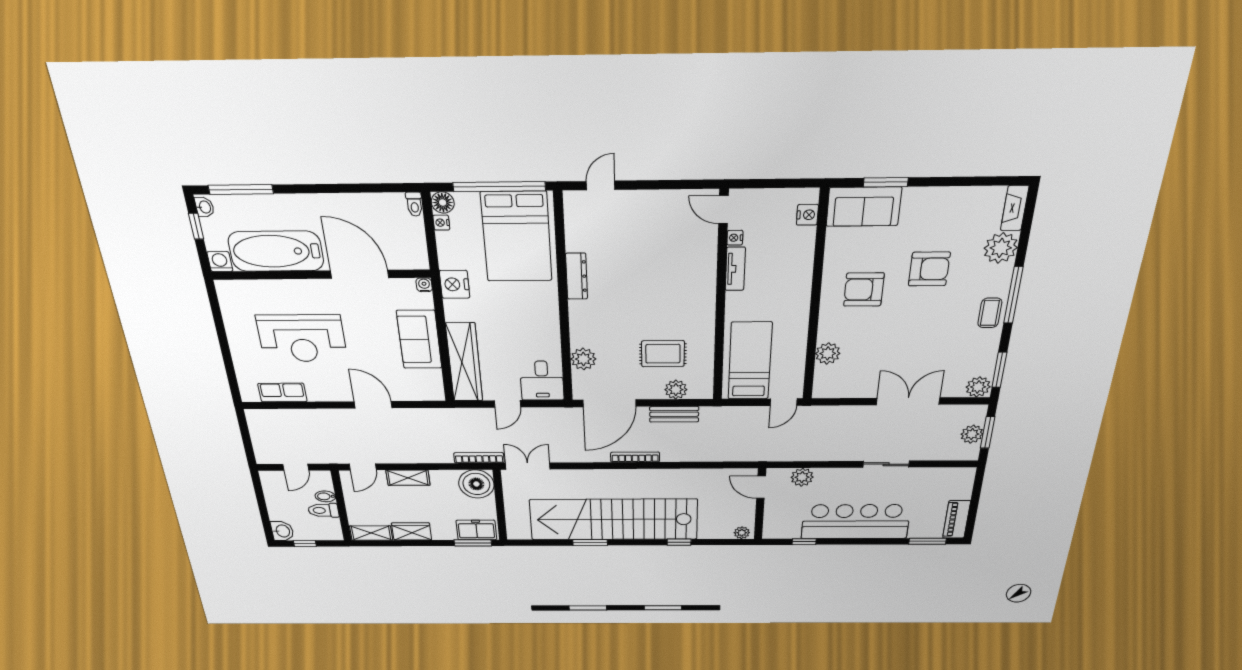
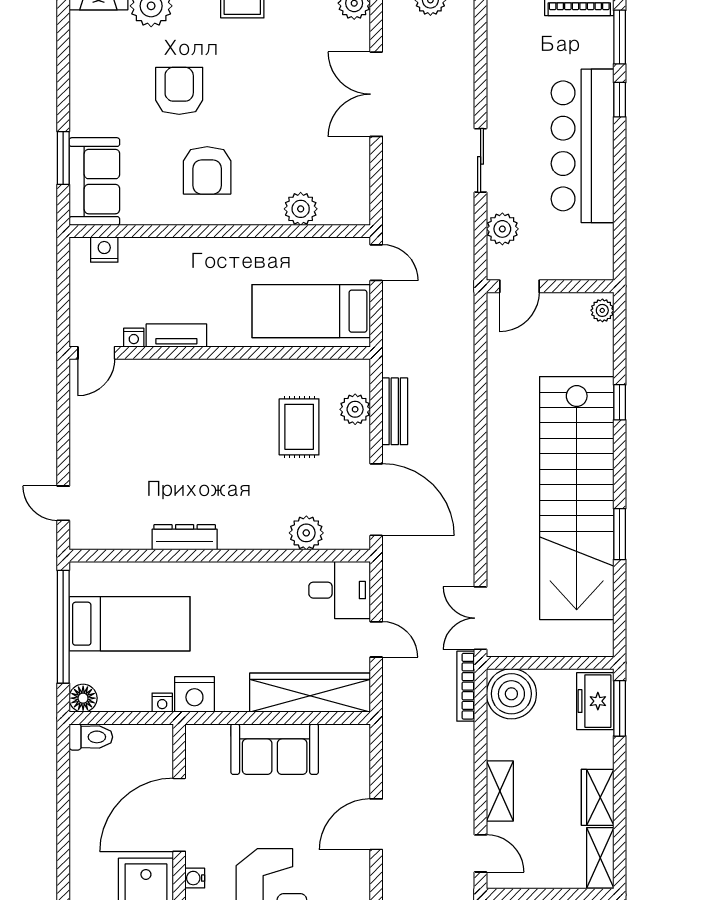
toilet: (414, 204) -> (91, 737), width x1.37, depth x1.39
nightstand: (441, 223) -> (162, 703), moved
bed: (517, 237) -> (130, 624), width x0.67
water cooler: (424, 285) -> (195, 878), moved
bookcase: (635, 457) -> (466, 466), removed
sliding door: (886, 464) -> (481, 160), moved
window: (804, 542) -> (620, 100), moved

